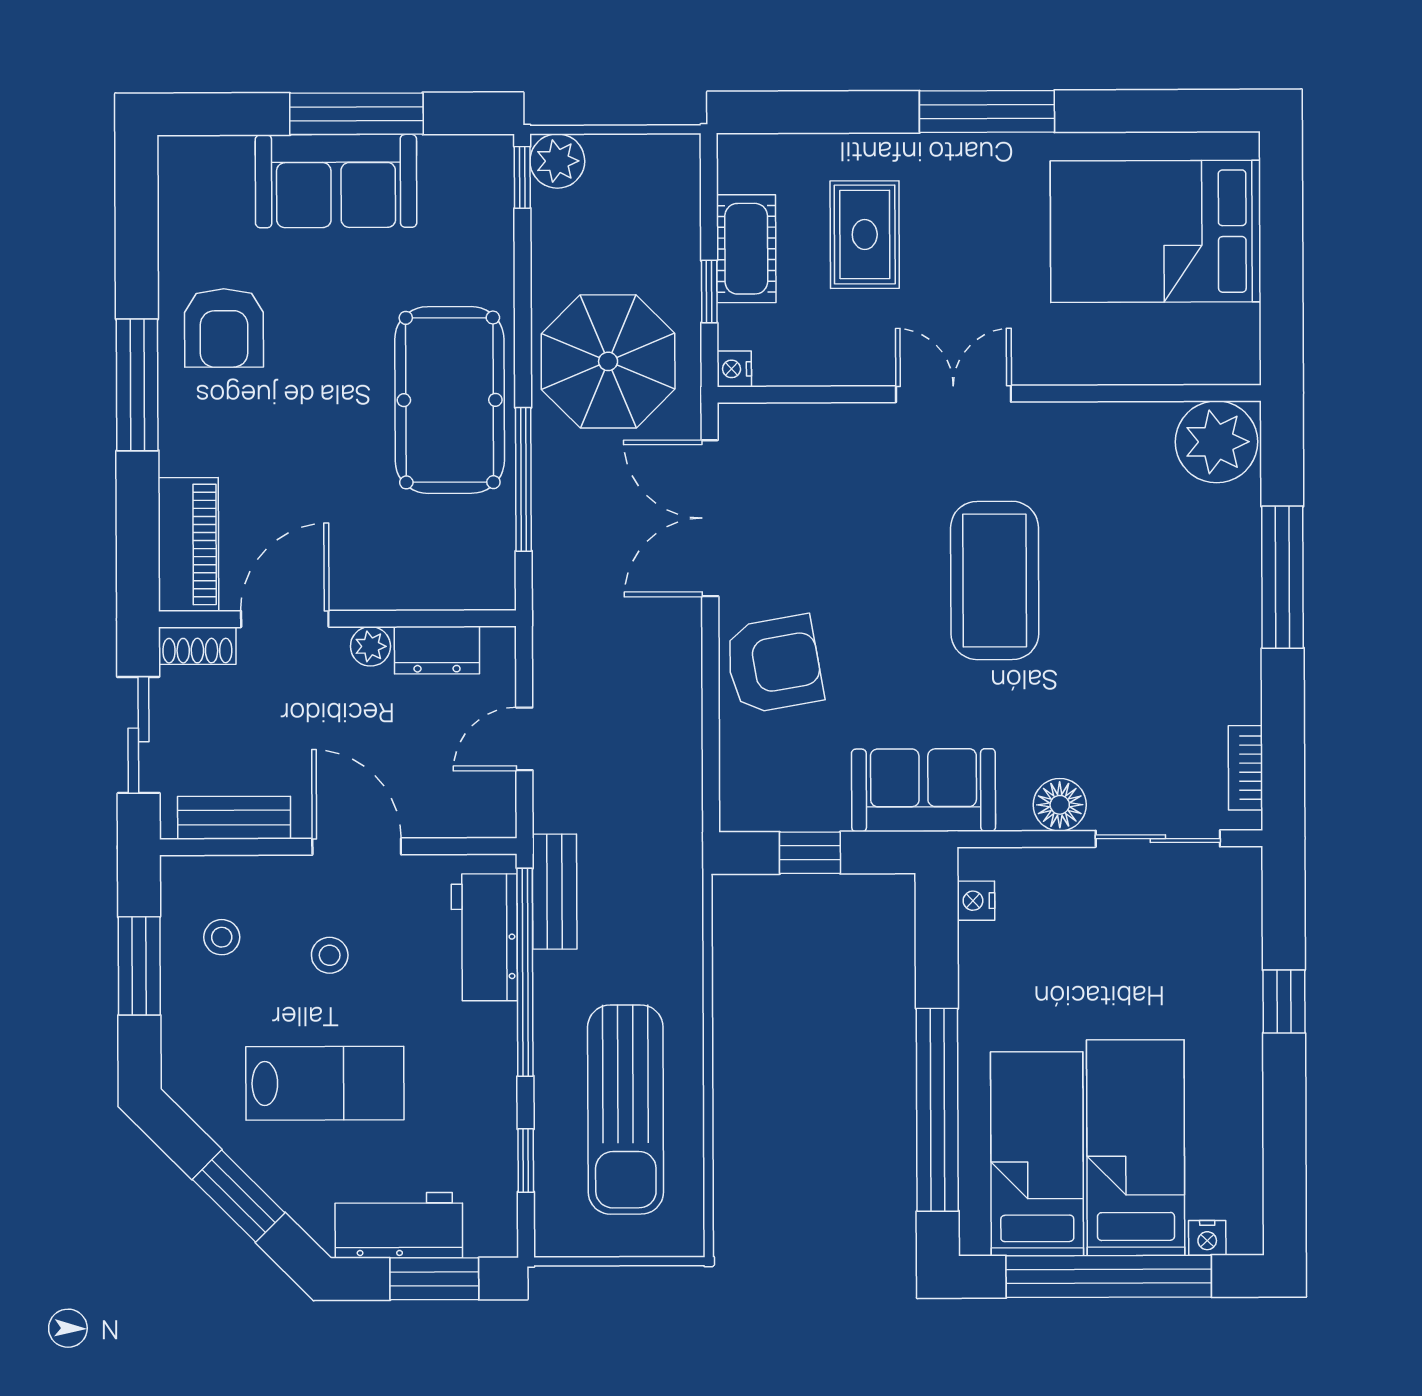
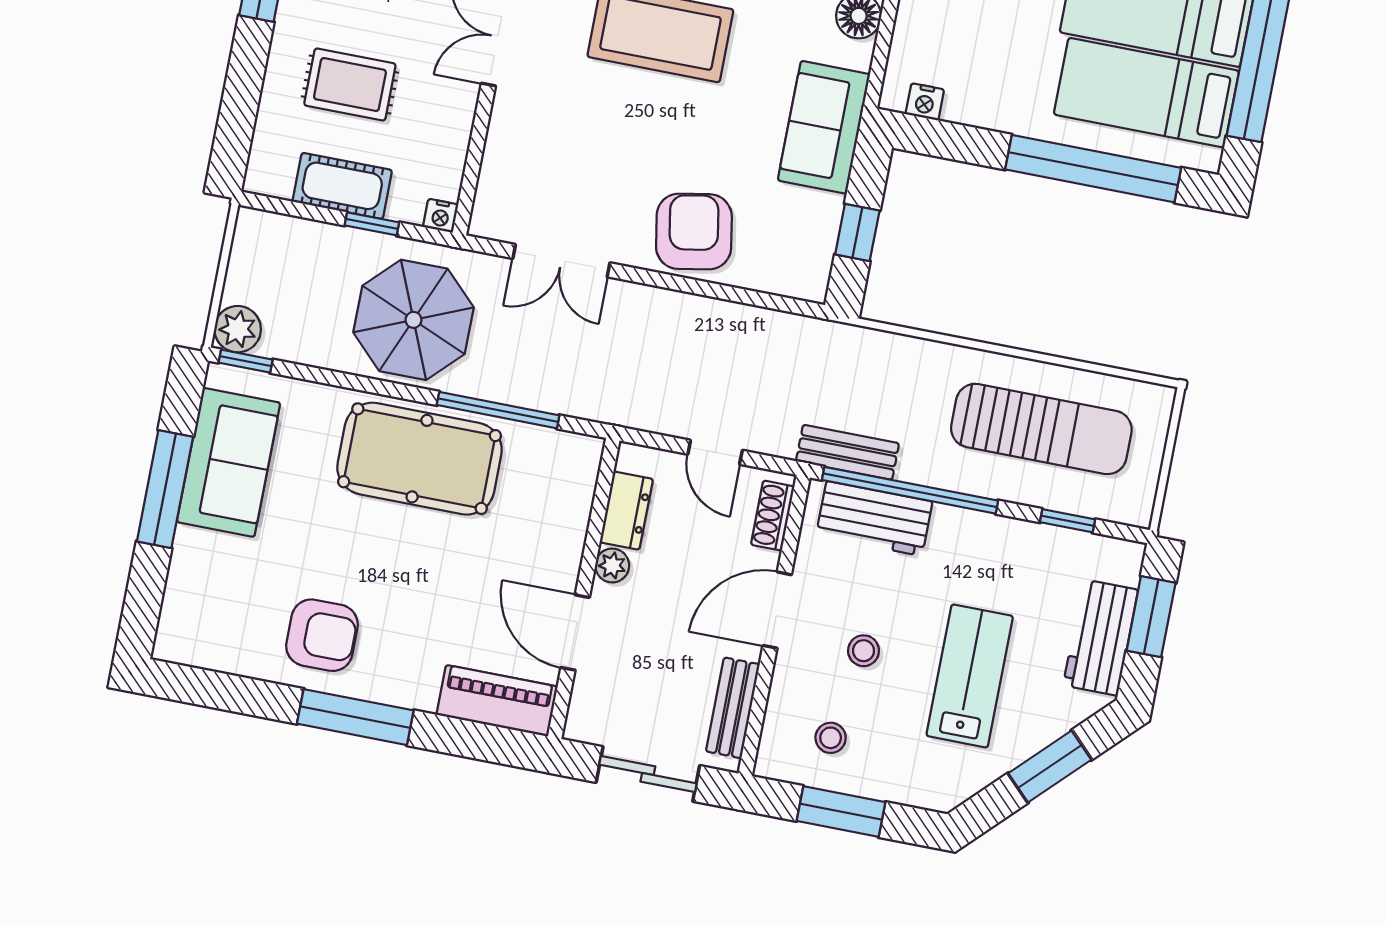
sofa: (336, 181) -> (229, 462), moved
double door: (710, 518) -> (561, 261), width x0.73
shoe rack: (197, 646) -> (773, 516), moved, turned 180

